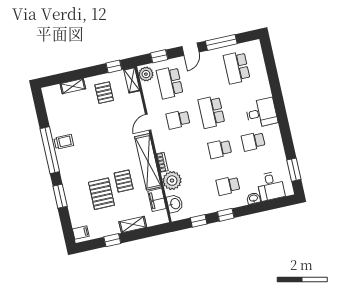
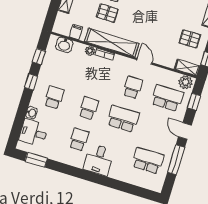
plant: (172, 181) -> (90, 51), width x0.53, depth x0.53
filing cabinet: (157, 200) -> (76, 32), width x0.50

